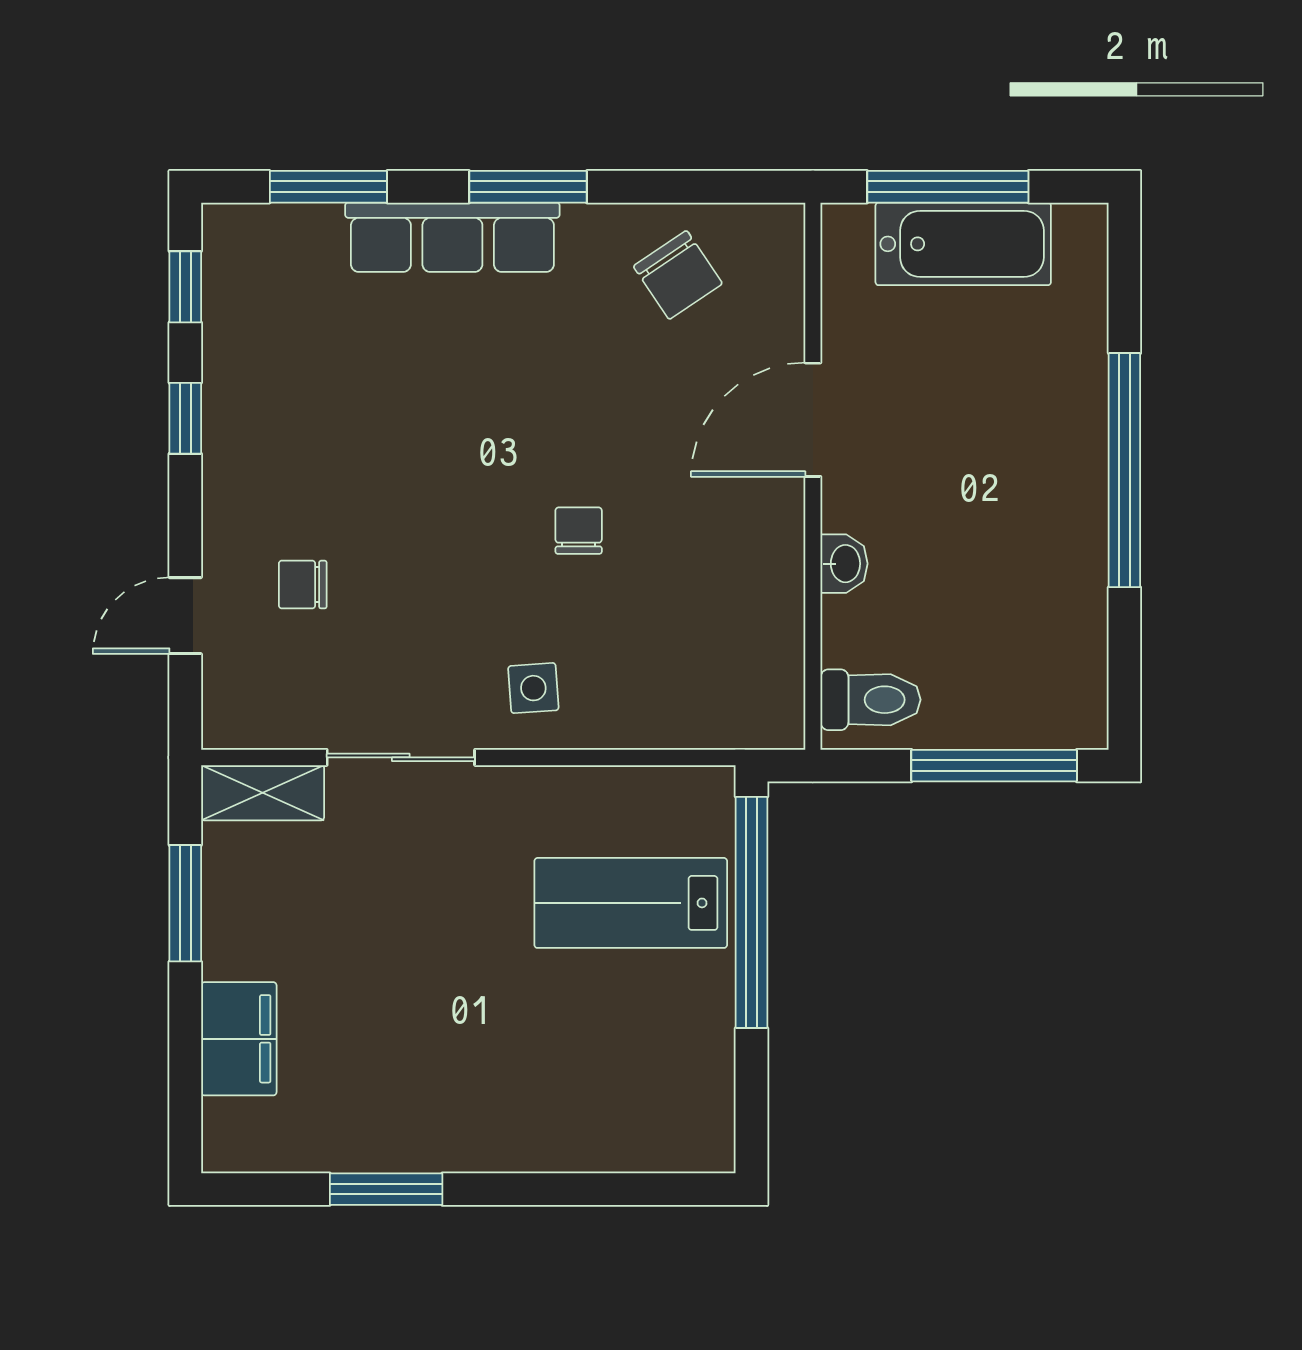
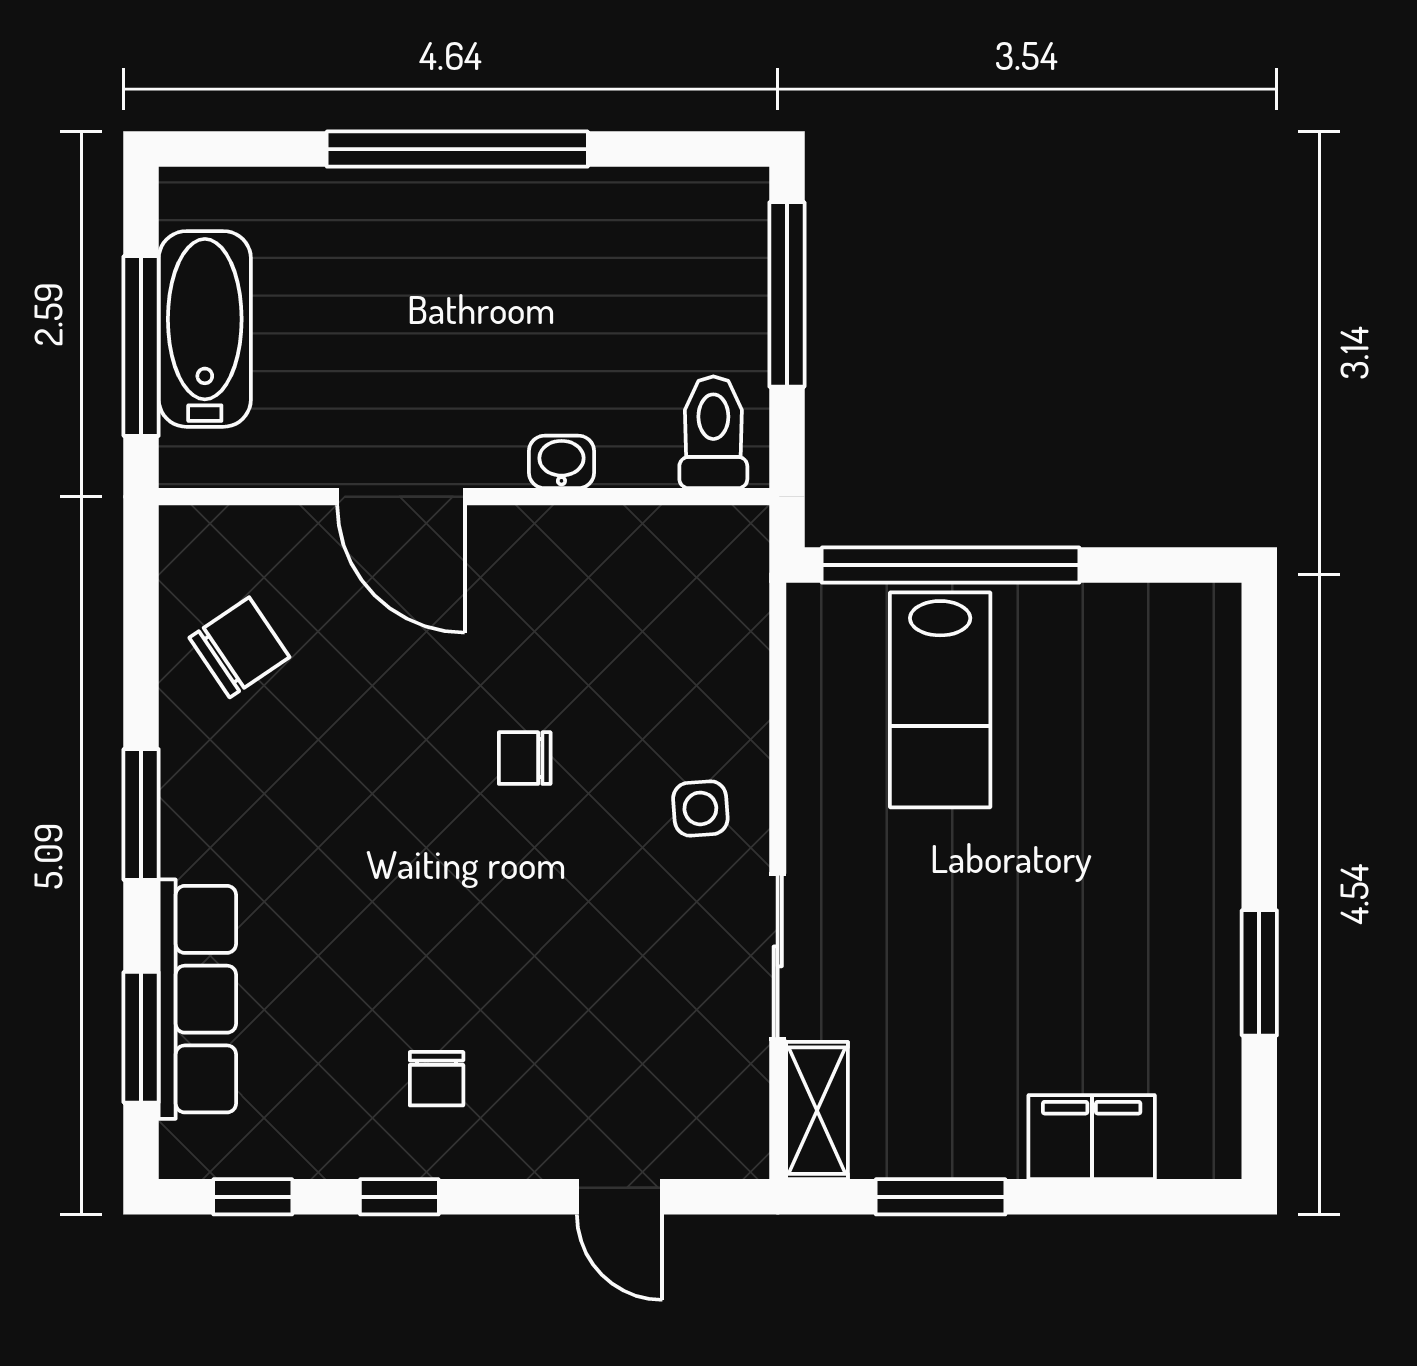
row of seats: (452, 237) -> (197, 999), moved
chair: (303, 585) -> (437, 1079), moved

